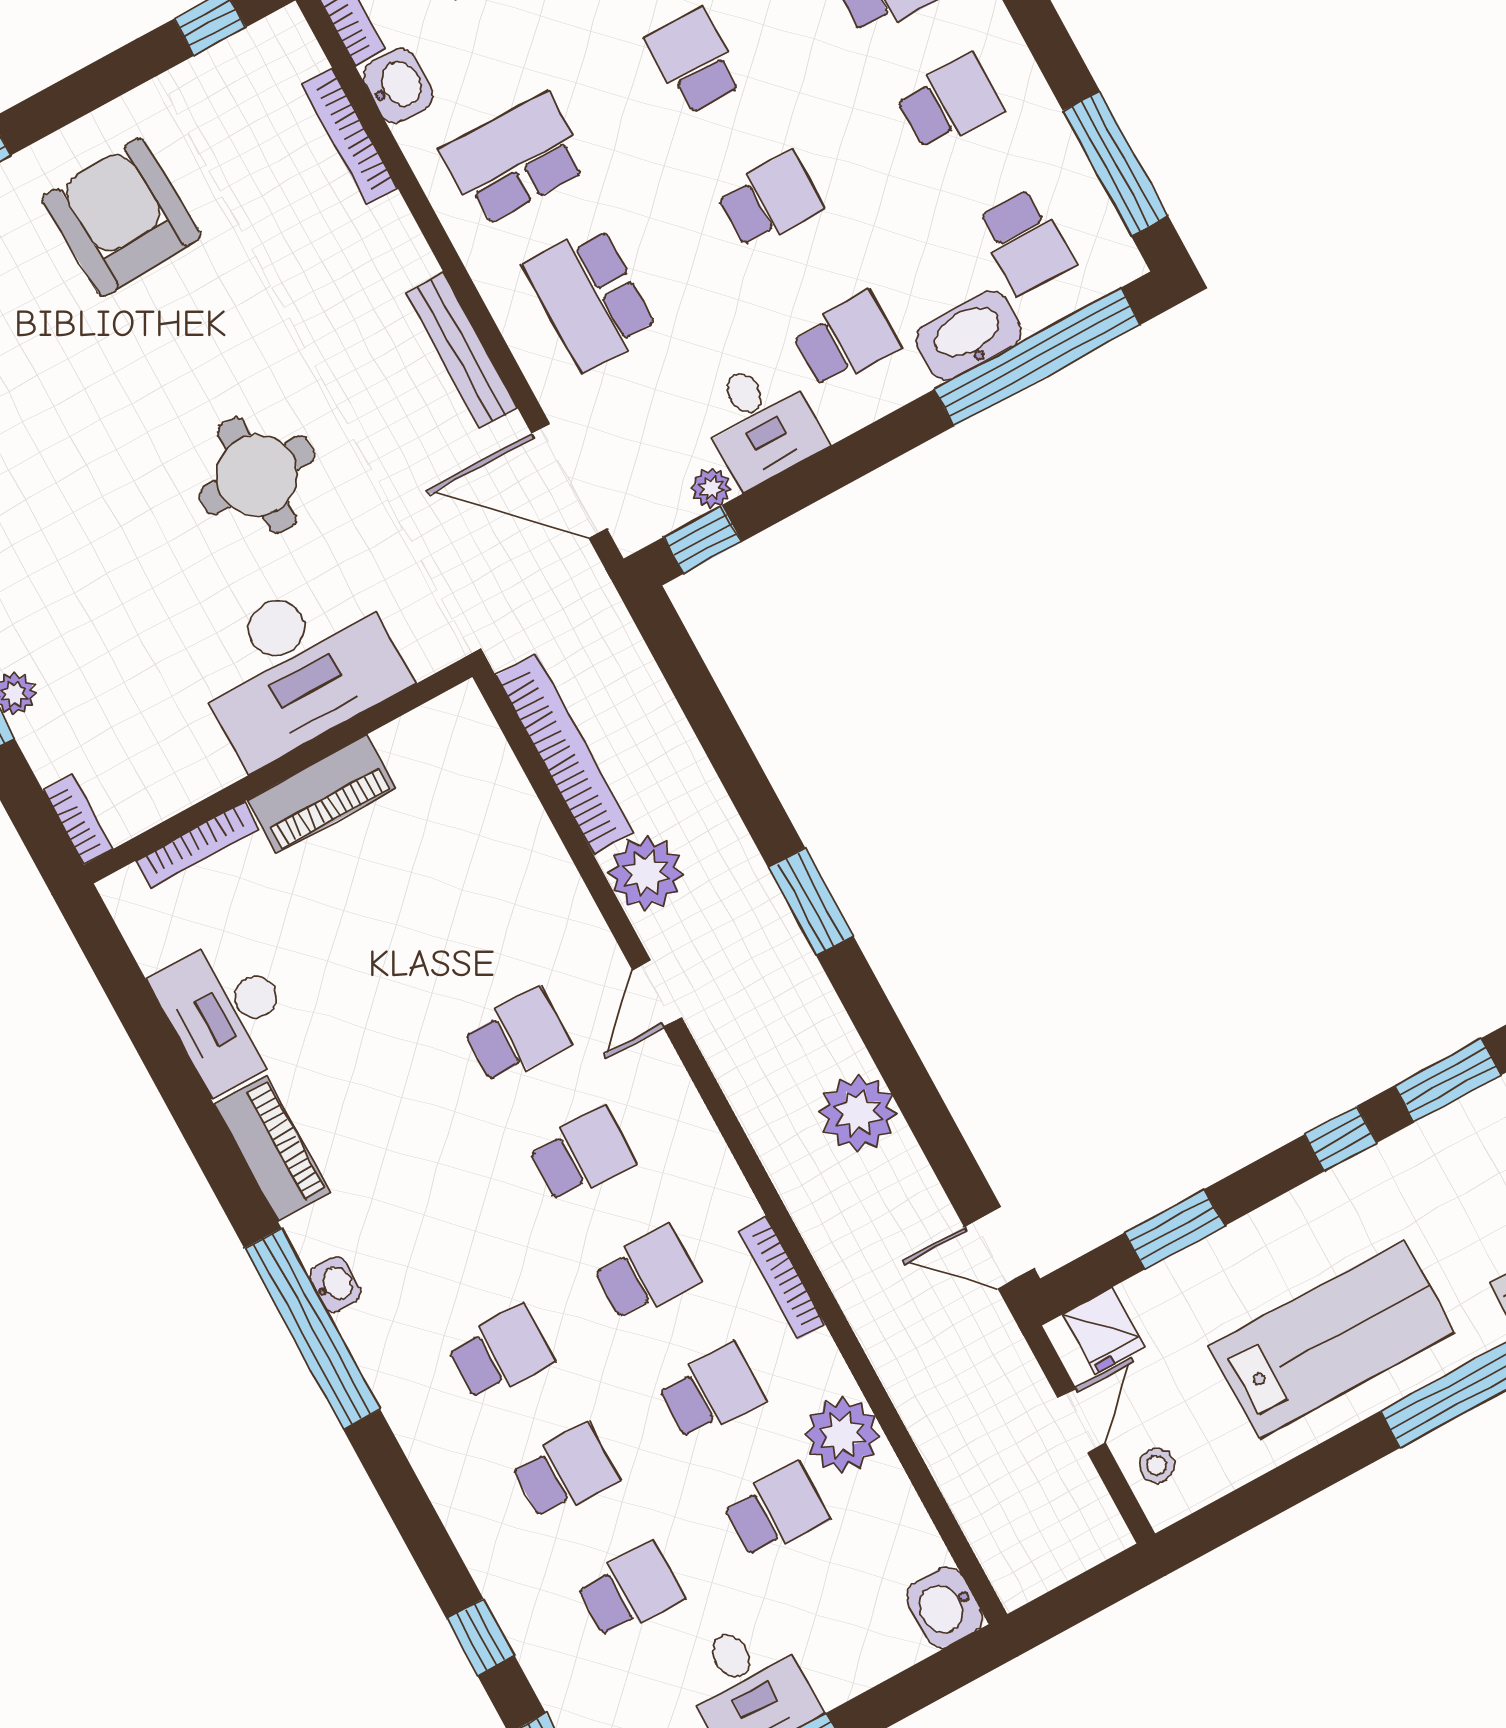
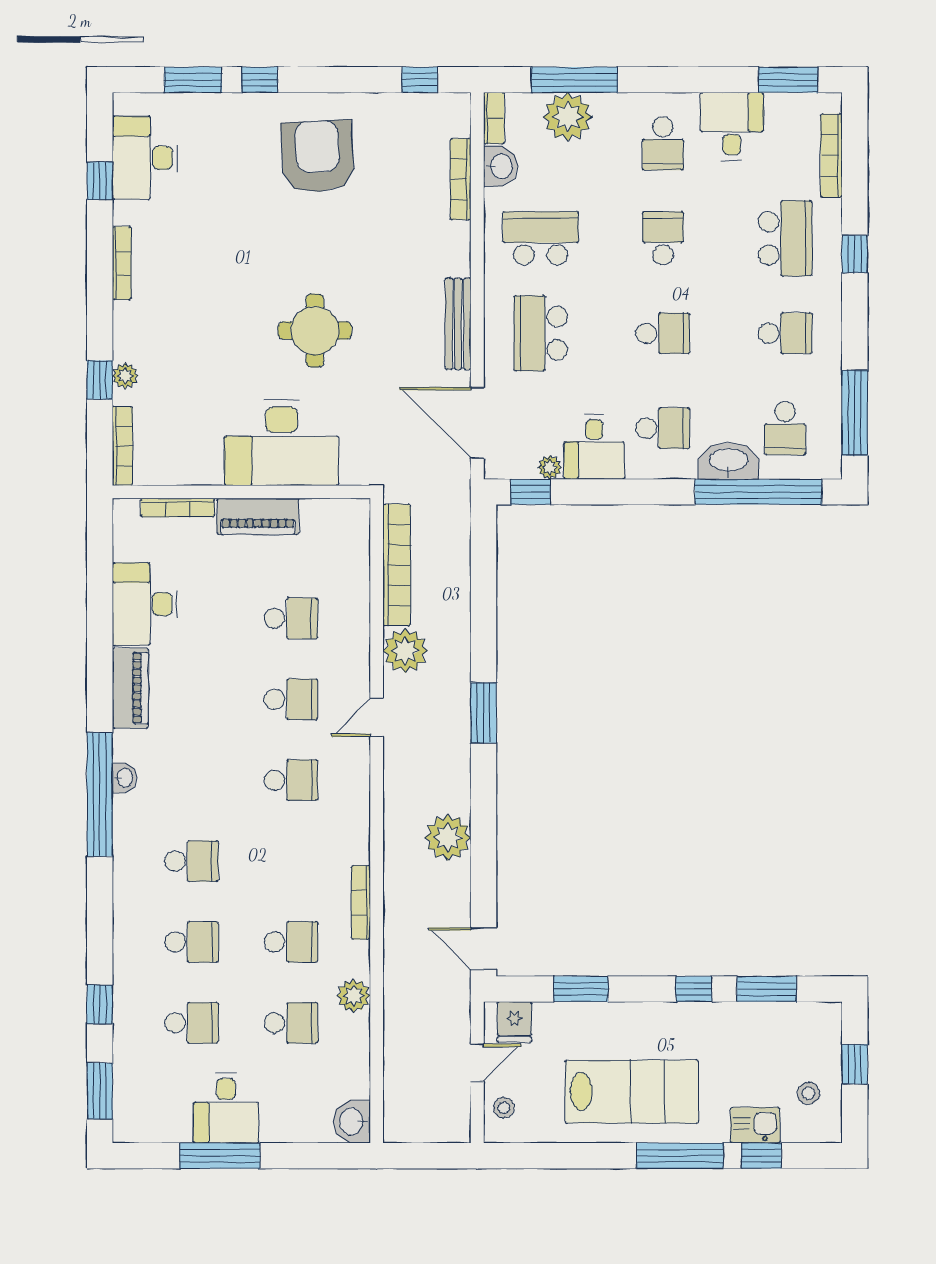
bookcase: (78, 820) -> (122, 446), width x1.56
school desk: (647, 1273) -> (291, 618), moved
plant: (842, 1435) -> (354, 996), width x0.73, depth x0.73

